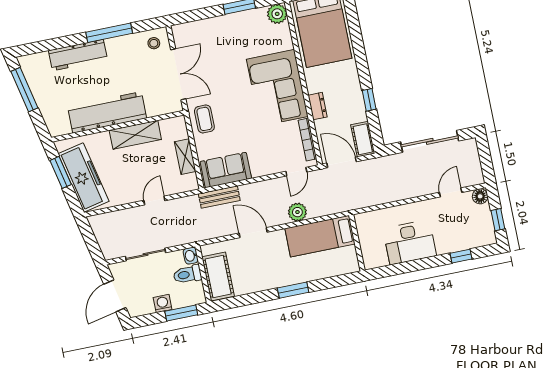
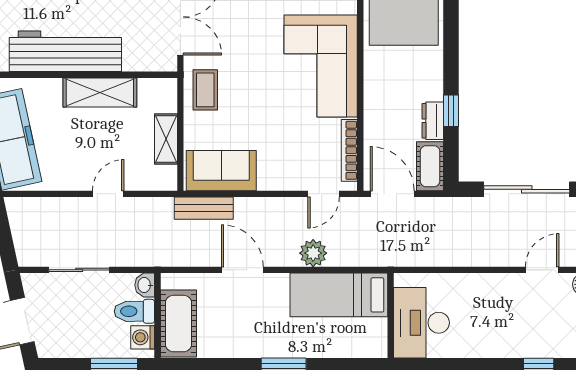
dresser: (318, 106) -> (433, 121), moved, turned 180
desk: (410, 242) -> (421, 323), moved, turned 90
washing machine: (163, 303) -> (143, 337), moved, turned -90

